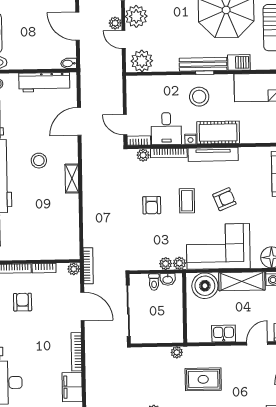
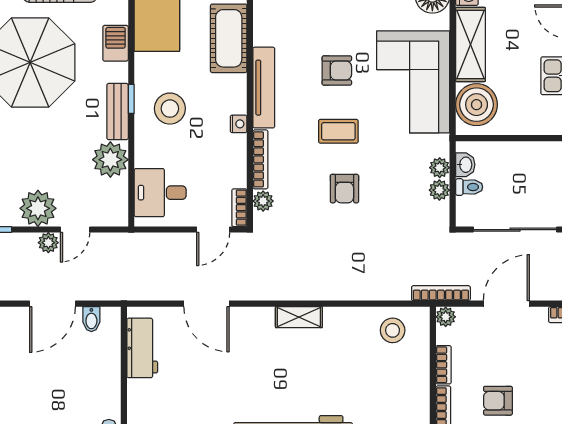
plant: (142, 61) -> (110, 160), moved
bidet: (69, 63) -> (91, 319), moved
bench: (203, 64) -> (118, 112), width x0.73
workbench: (44, 82) -> (142, 348), width x0.73
desk: (166, 129) -> (160, 193), moved, turned 180
cot: (218, 133) -> (229, 38), moved
stool: (39, 161) -> (393, 330), moved
armchair: (224, 199) -> (337, 70), turned 112
armchair: (152, 205) -> (344, 189), turned 90
plant: (179, 263) -> (439, 190), moved

